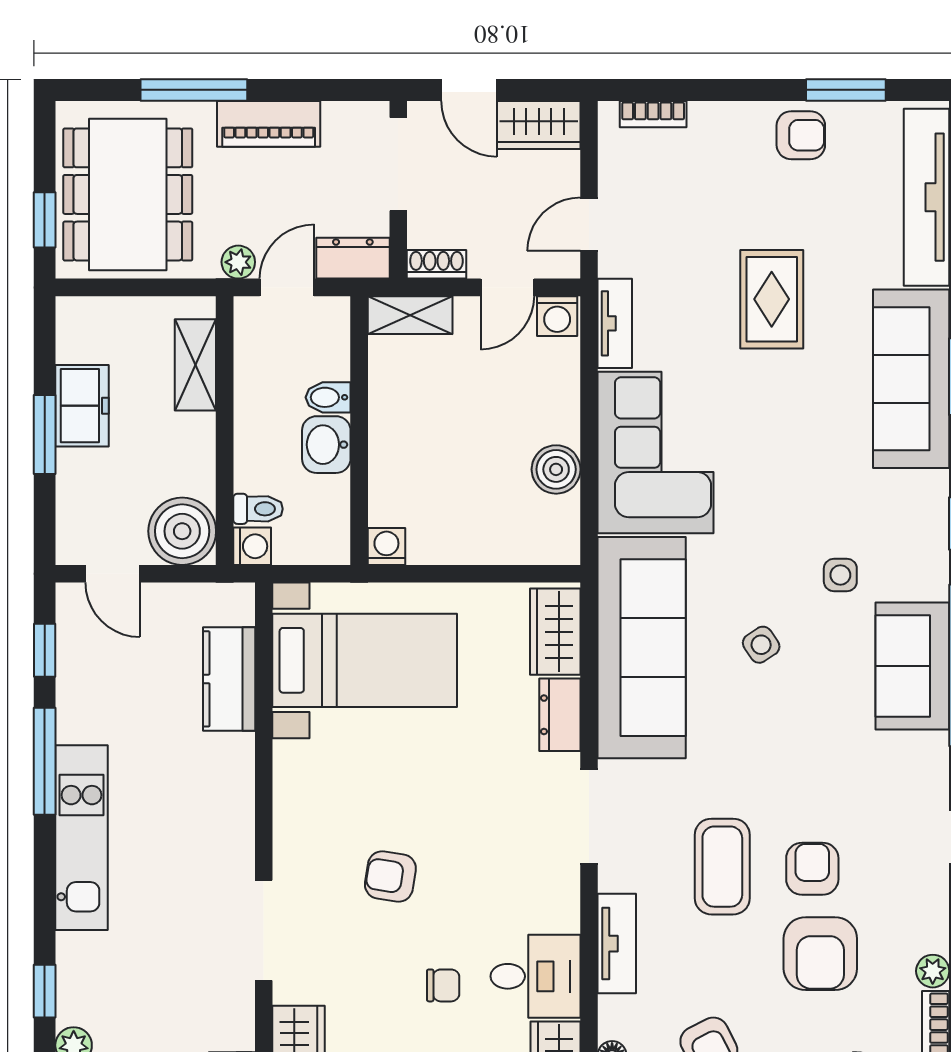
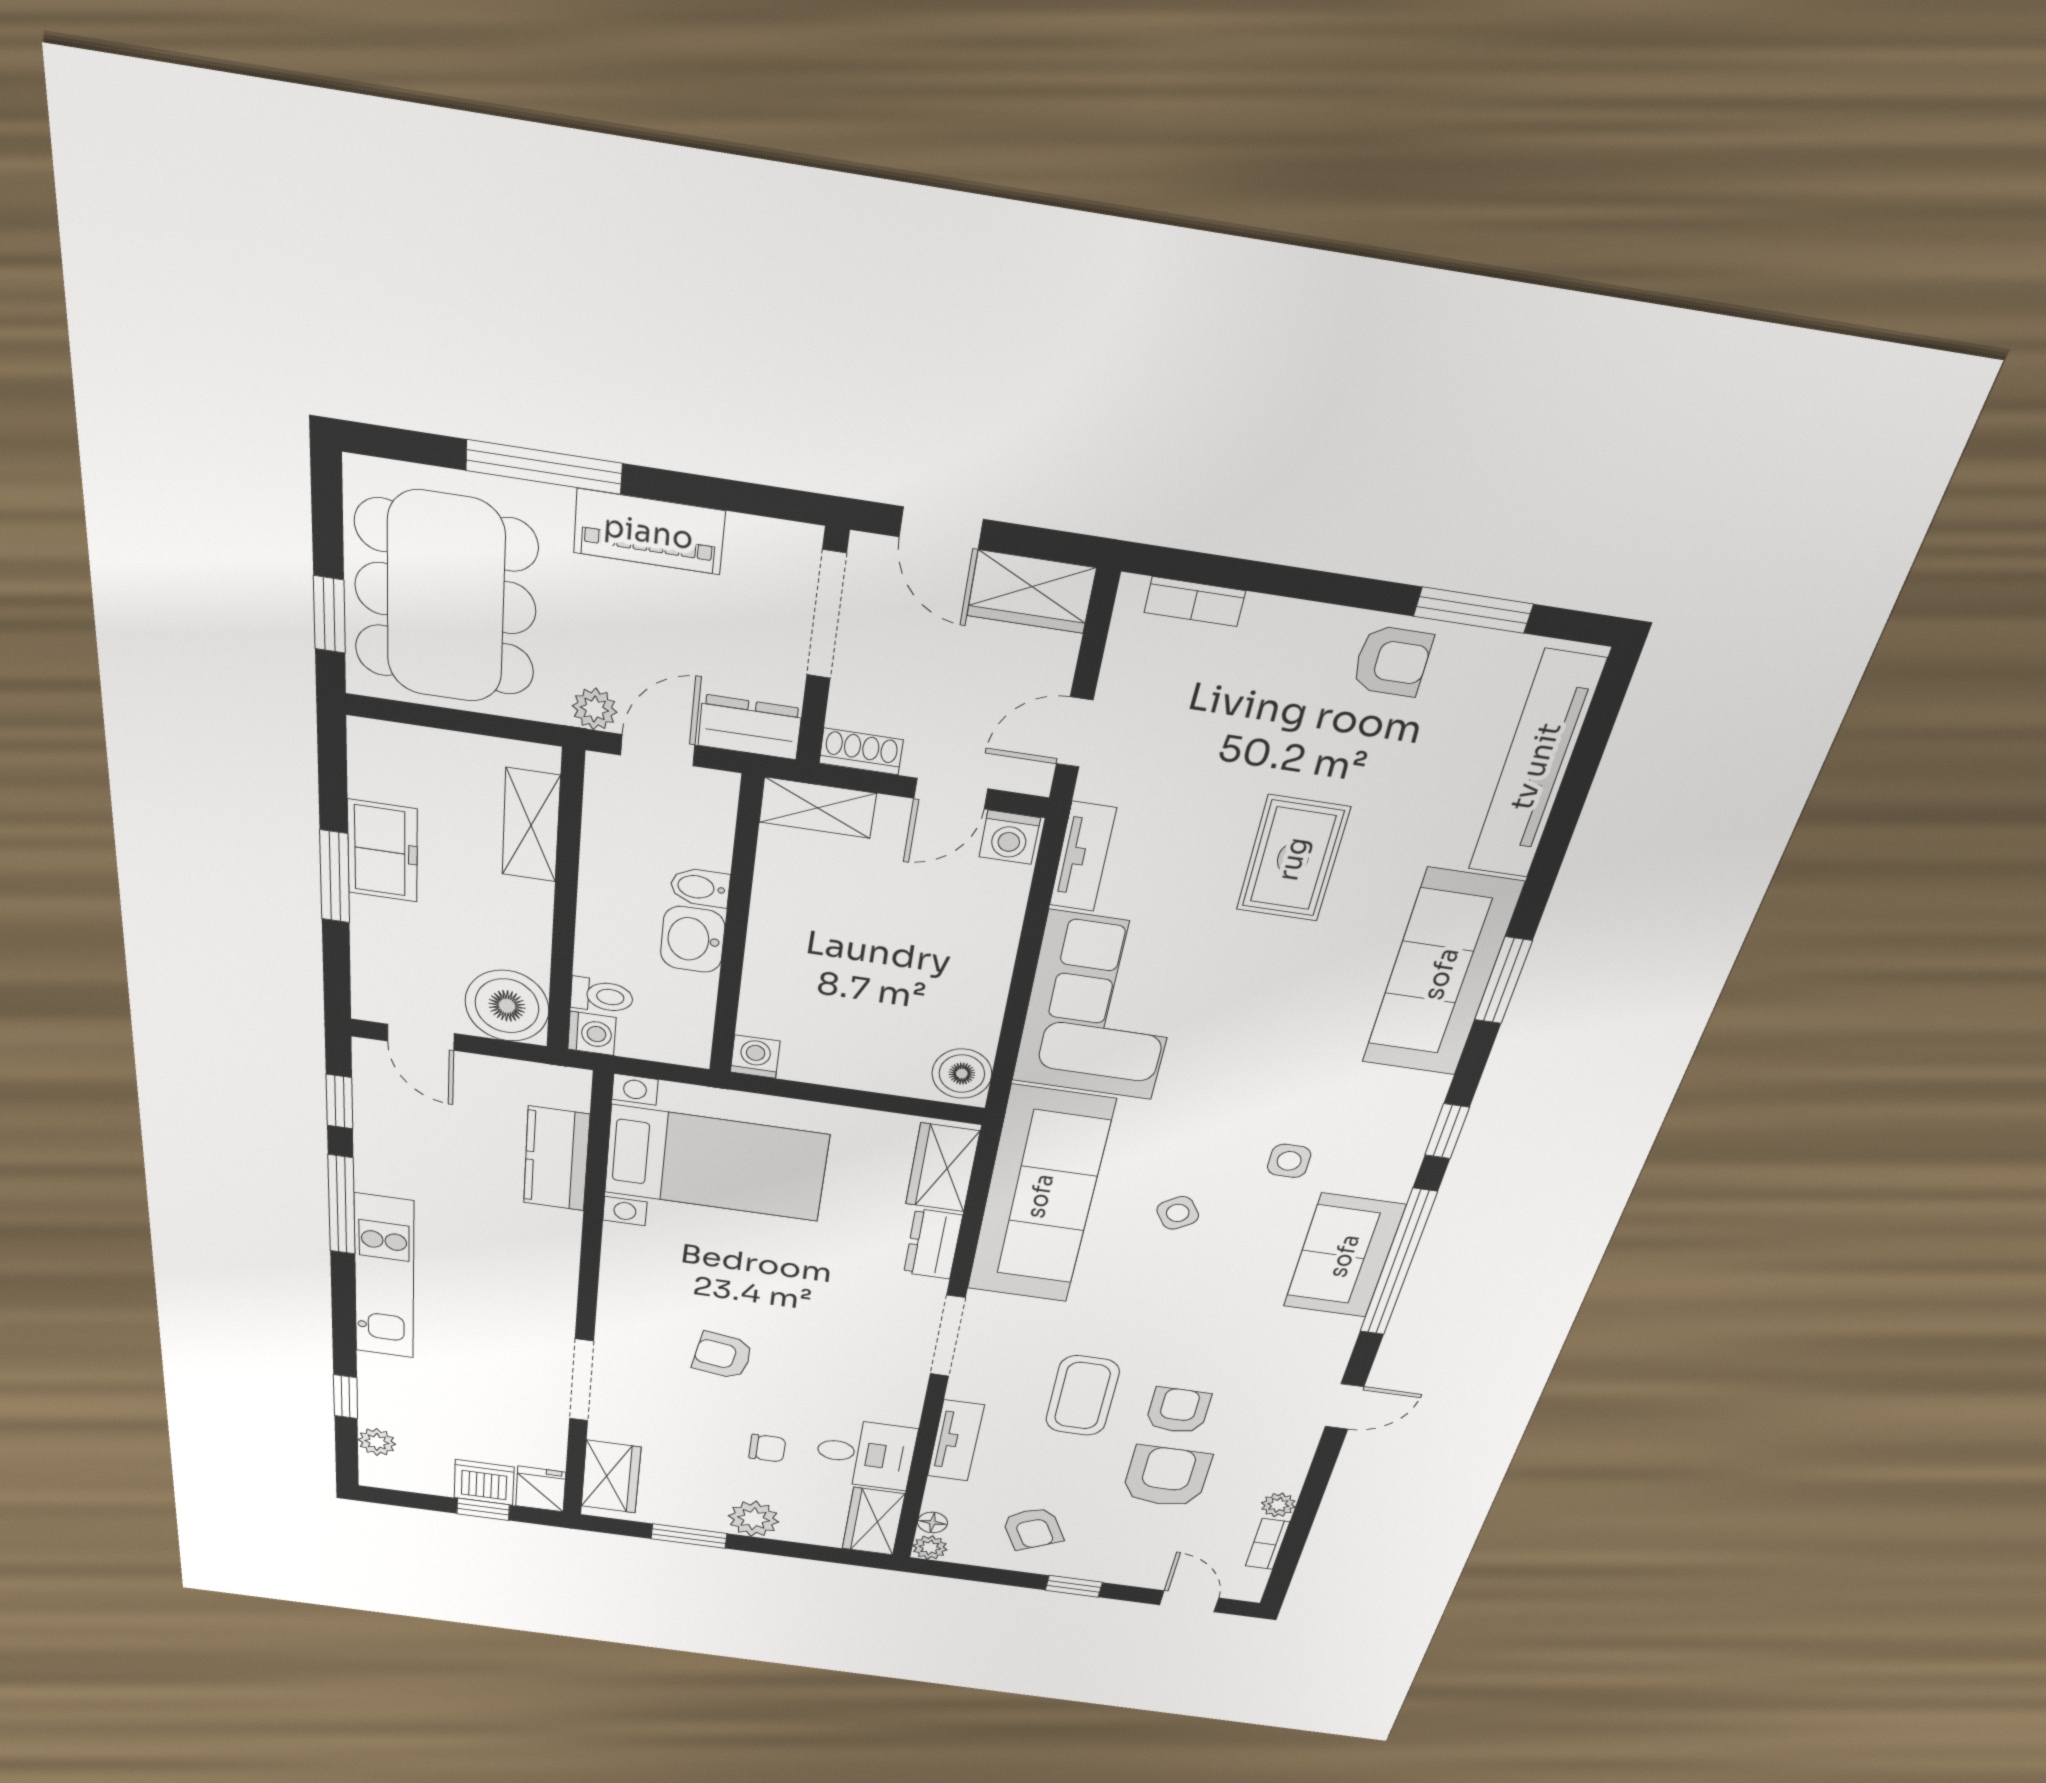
boiler: (556, 469) -> (962, 1074), moved
armchair: (820, 954) -> (1166, 1477), turned 180

